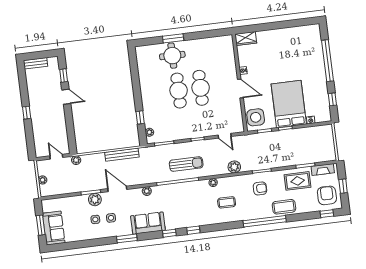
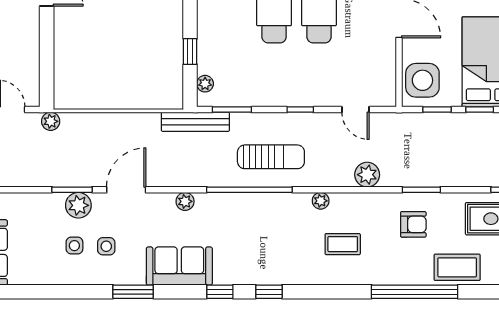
bench: (122, 155) -> (195, 122), moved
door: (117, 189) -> (126, 190), hinge flipped

